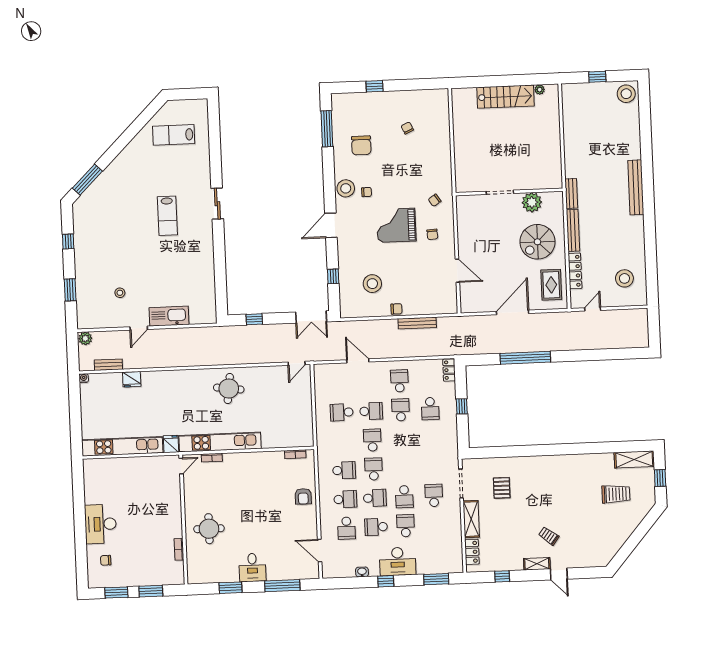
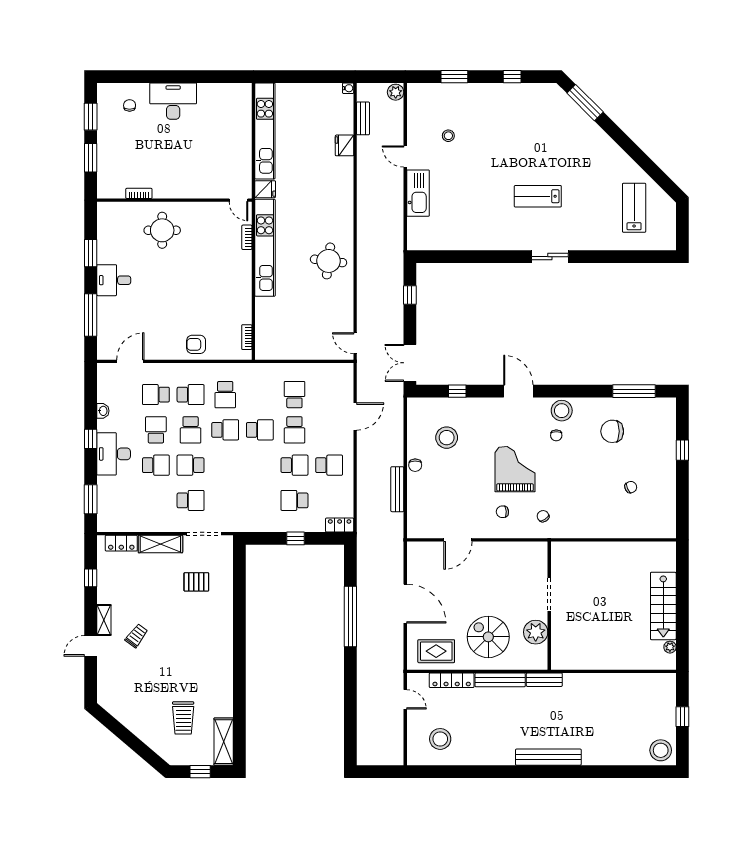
school desk: (345, 499) -> (191, 395), turned -90

